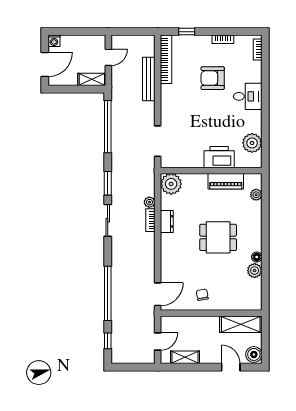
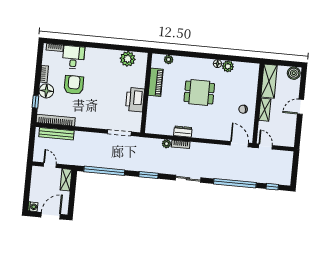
floor lamp: (202, 44) -> (46, 91), added
door: (45, 64) -> (51, 216), hinge flipped
armchair: (213, 78) -> (74, 85), turned 180
bench: (149, 79) -> (56, 134), moved
desk: (248, 96) -> (73, 57), moved
printer: (219, 157) -> (135, 100), moved
plant: (171, 184) -> (154, 125), removed
sliding door: (108, 220) -> (188, 179), moved
dining table: (218, 237) -> (199, 92), turned 90
door: (158, 342) -> (265, 147), moved
shelving: (185, 357) -> (265, 110), moved
door: (231, 367) -> (301, 107), moved

